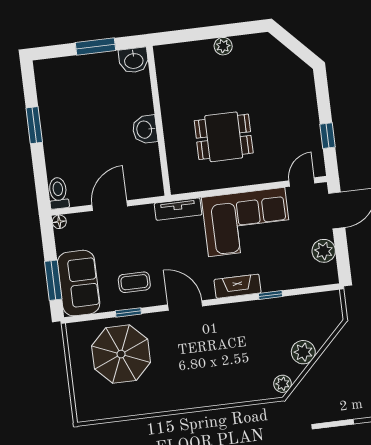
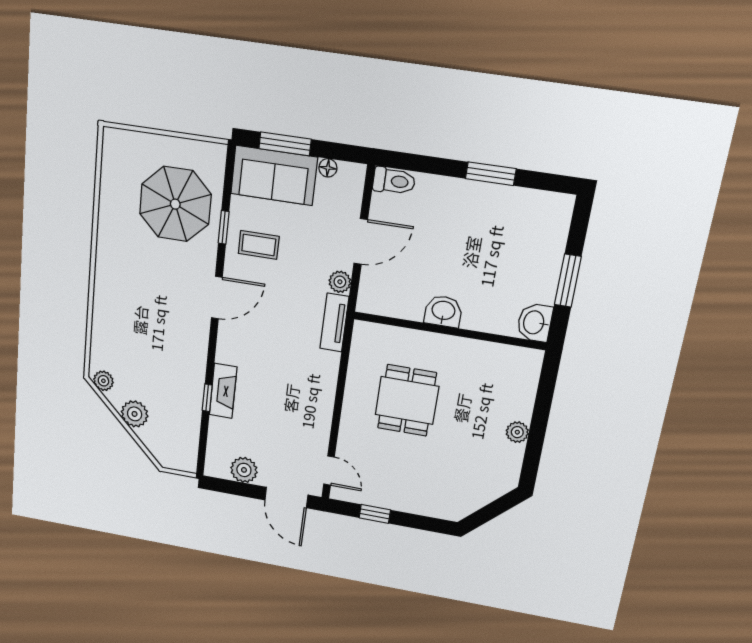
door: (110, 206) -> (361, 241), hinge flipped
plant: (145, 213) -> (340, 282), added
floor lamp: (59, 222) -> (328, 168), moved
corner sofa: (247, 222) -> (298, 396), removed
coffee table: (134, 282) -> (259, 245), turned 90
fireplace: (238, 286) -> (223, 391), moved

